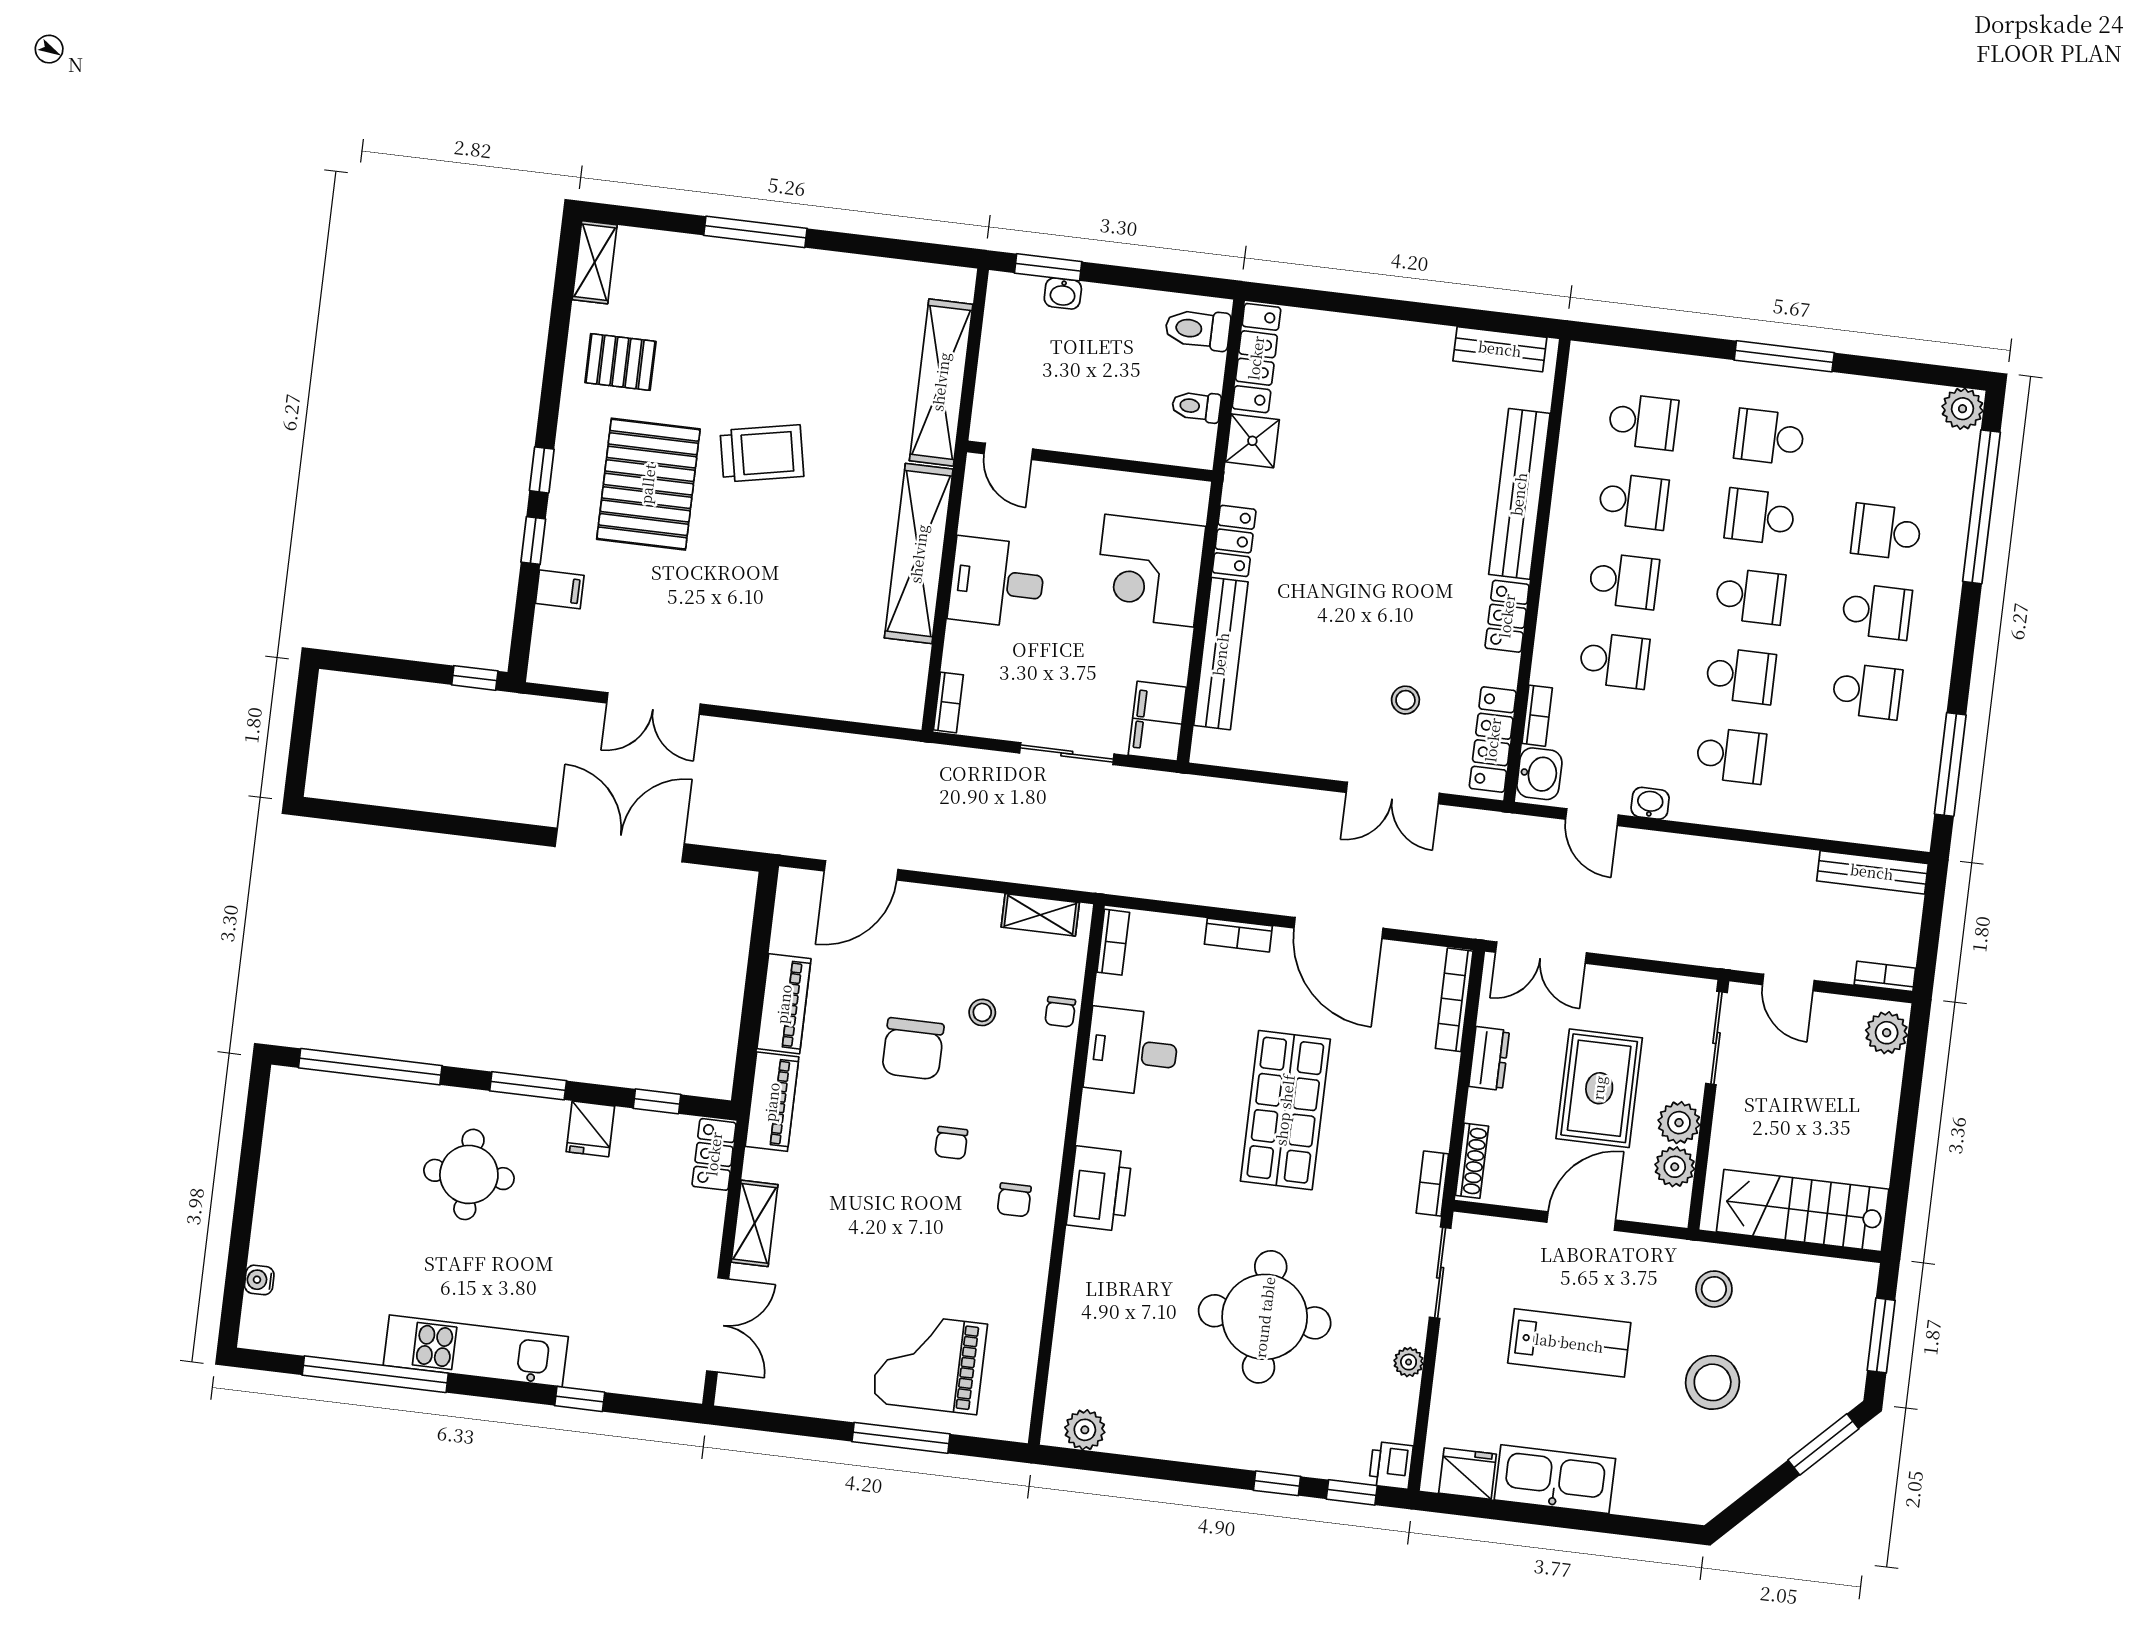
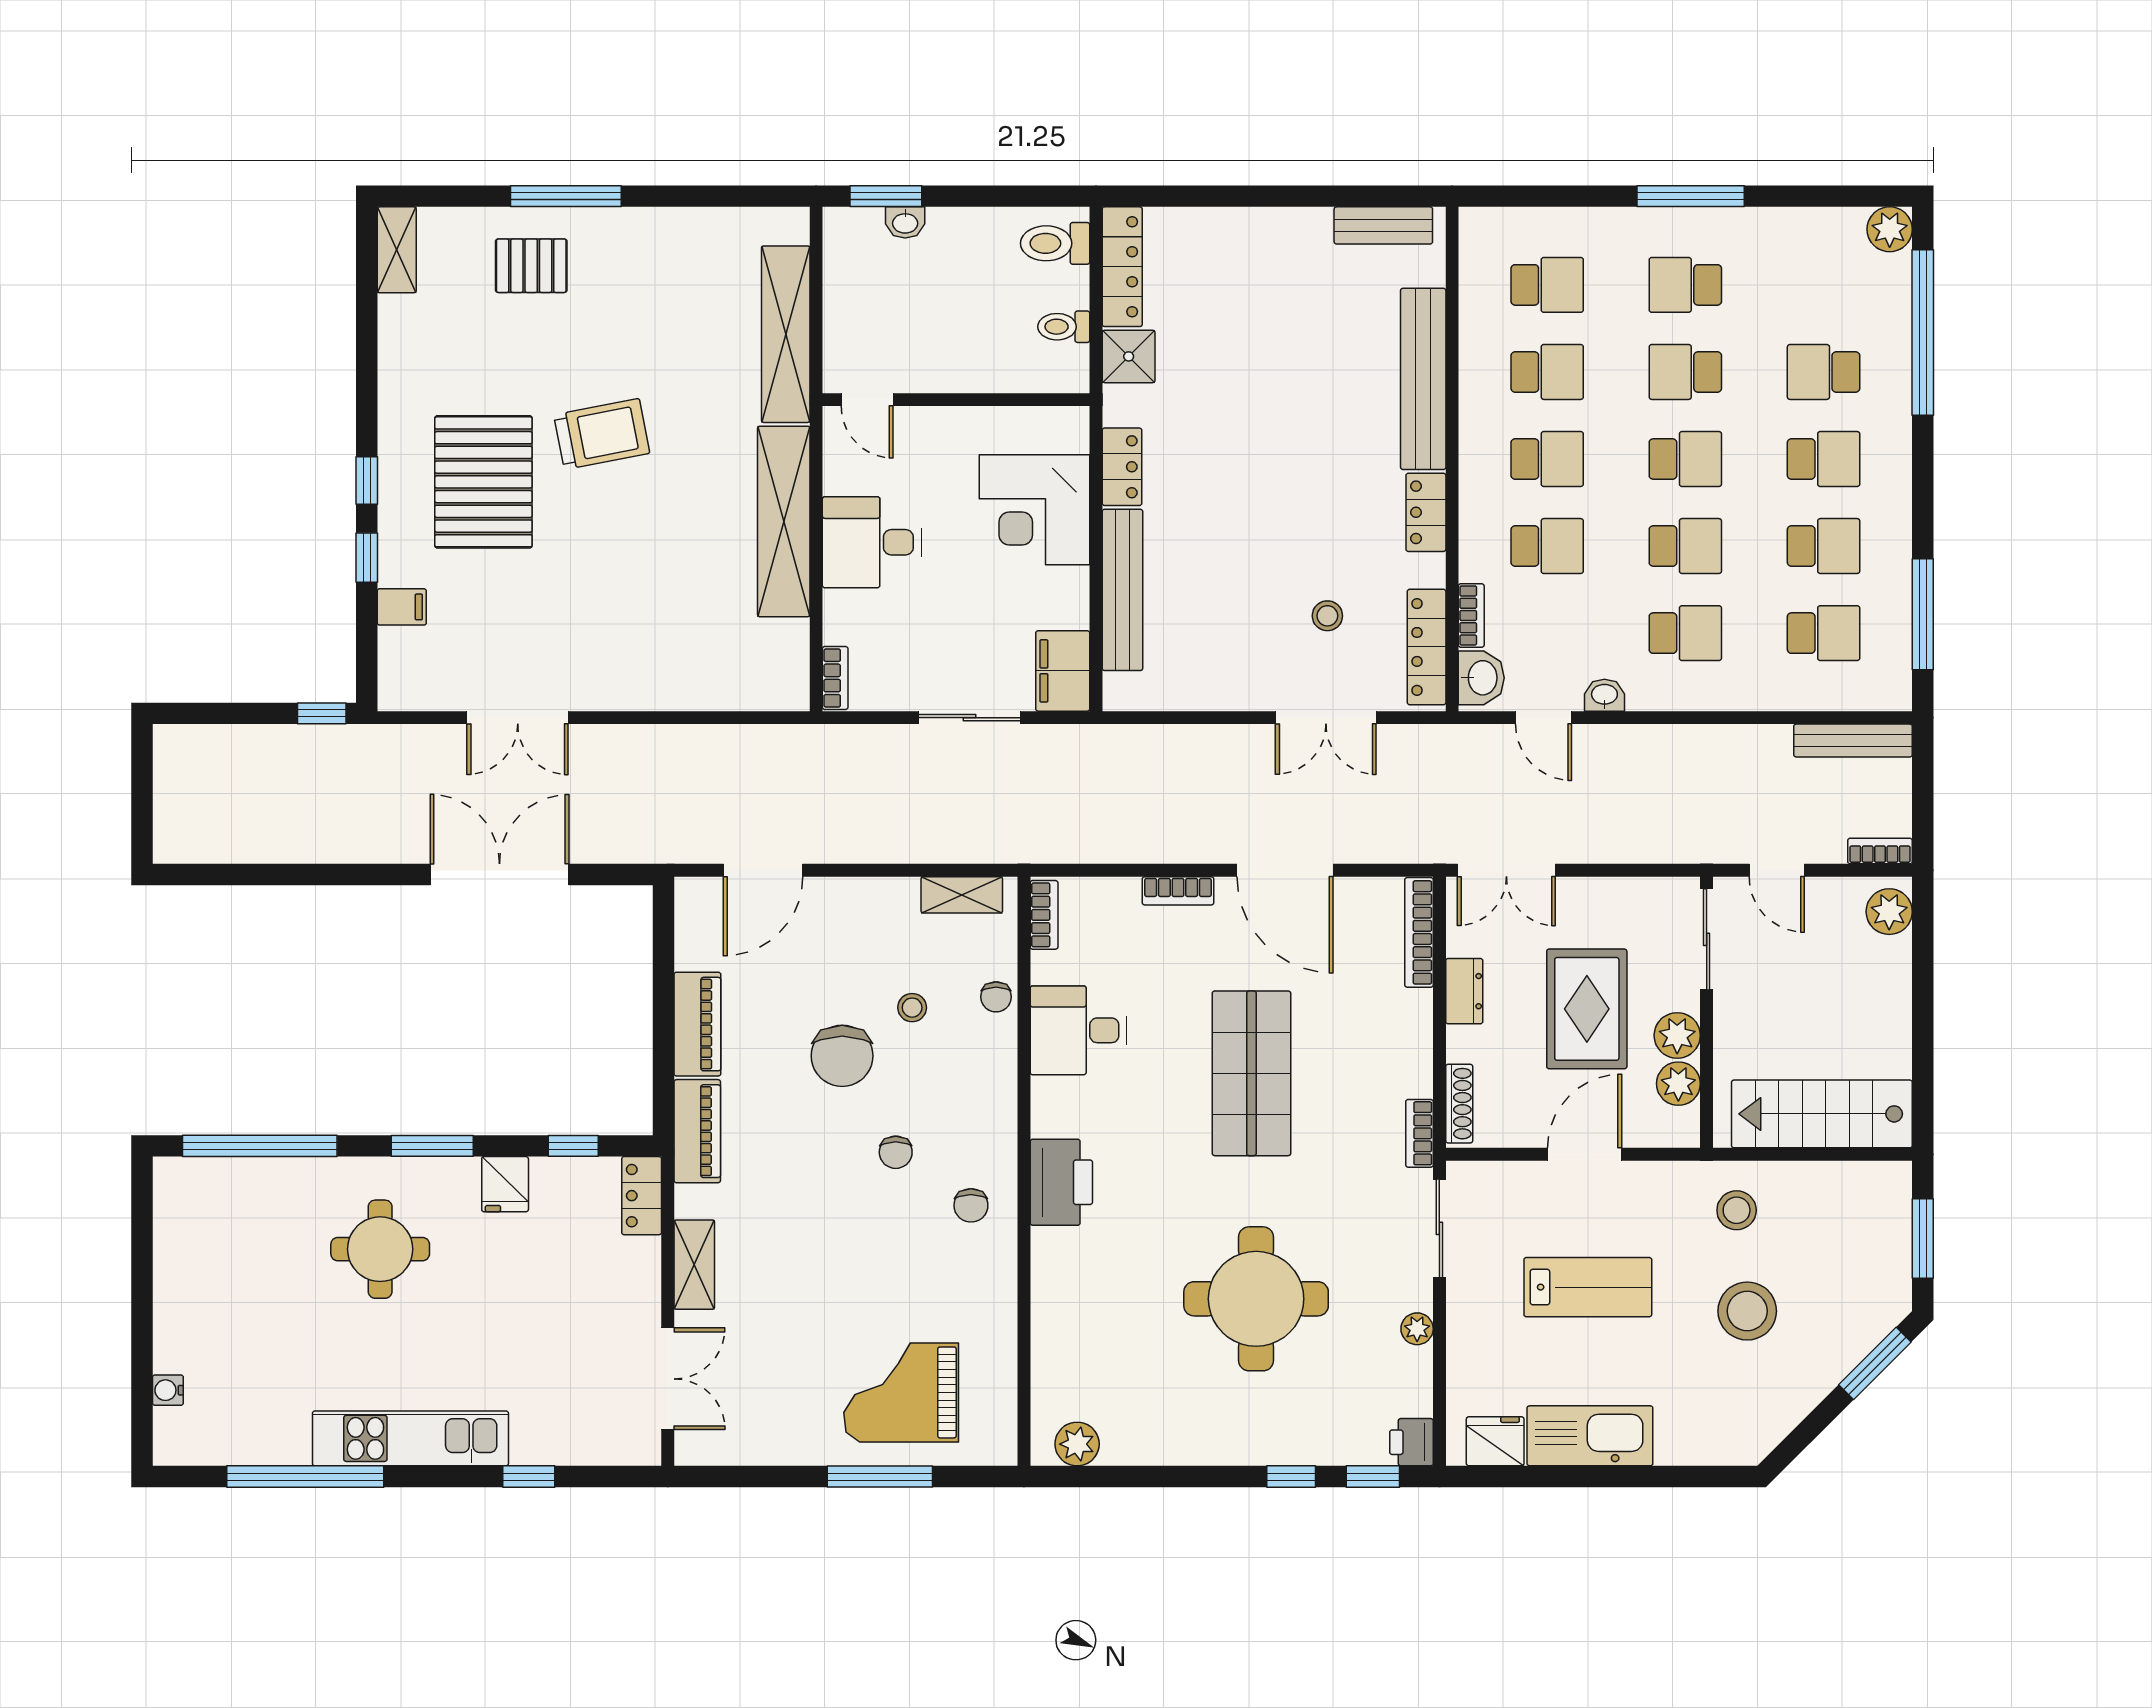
pallet: (620, 362) -> (531, 266), moved
school desk: (1857, 771) -> (1824, 633), added

